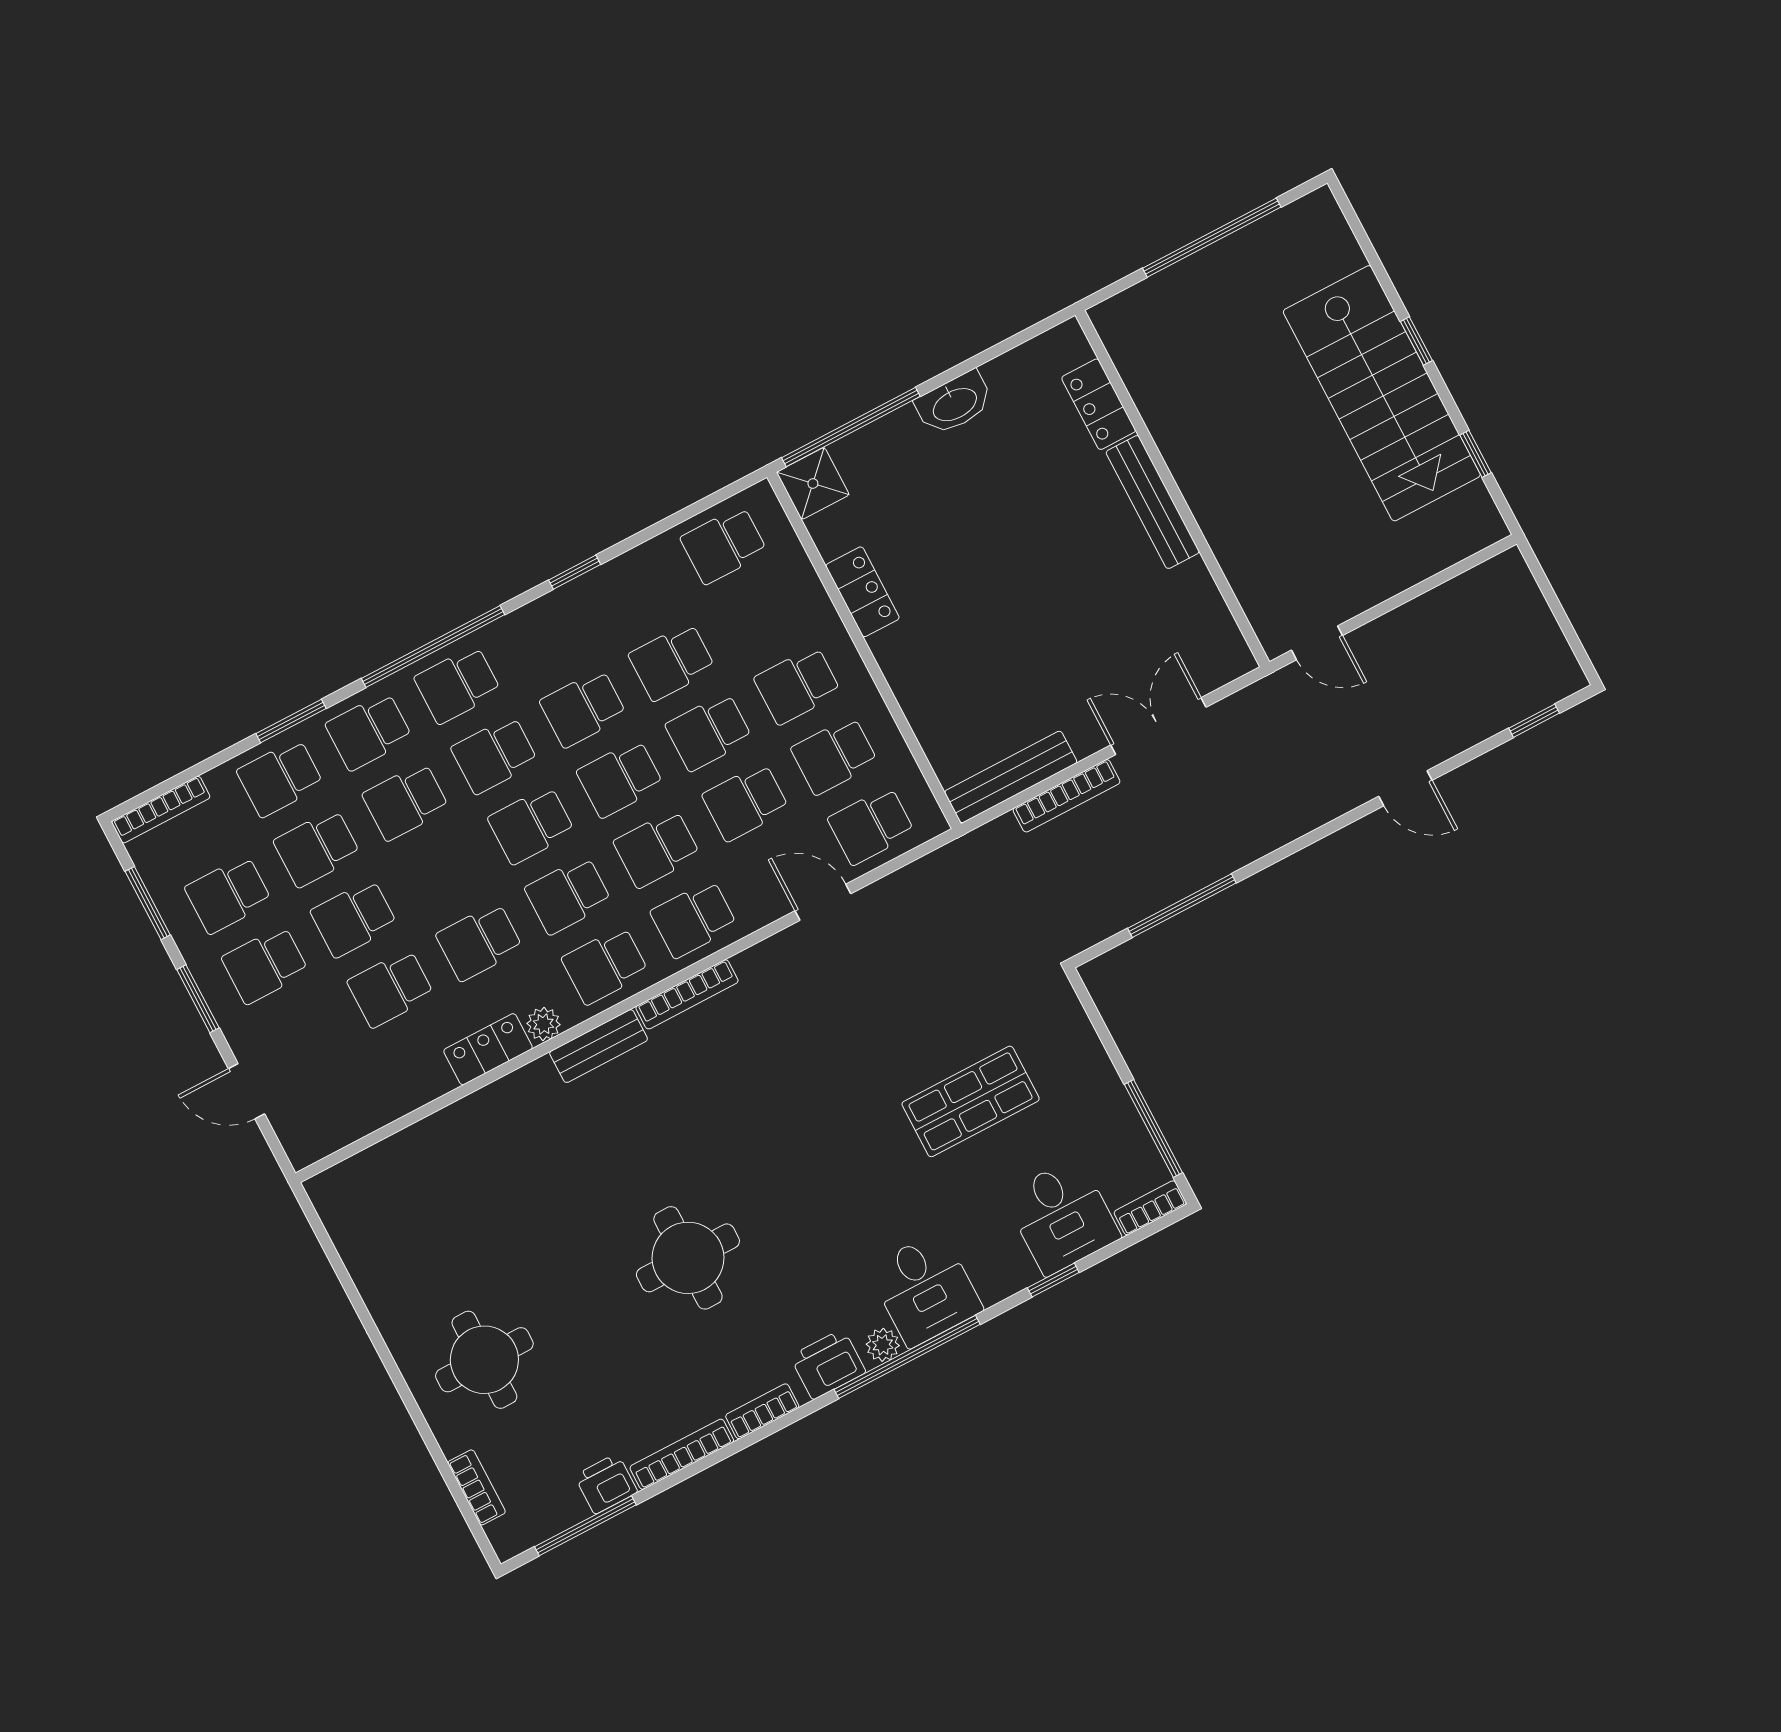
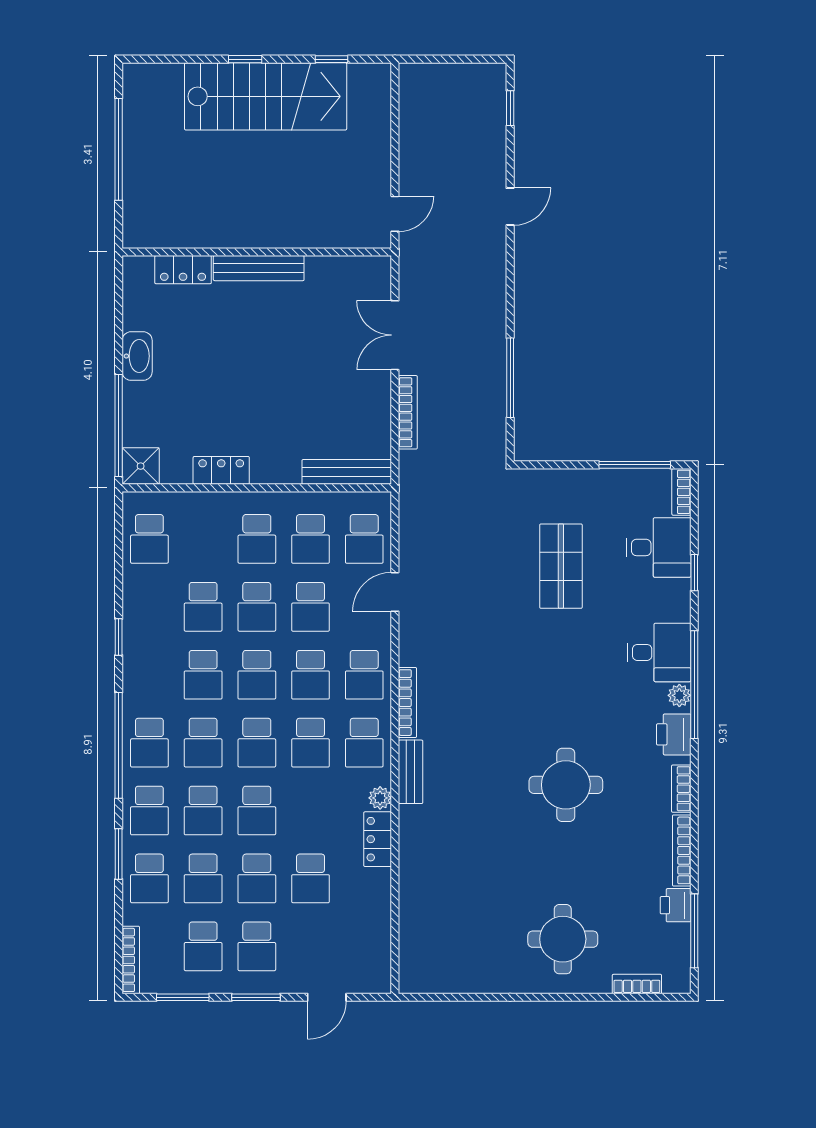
bench: (1011, 777) -> (347, 472), moved, turned 90
school desk: (479, 942) -> (257, 811), moved

